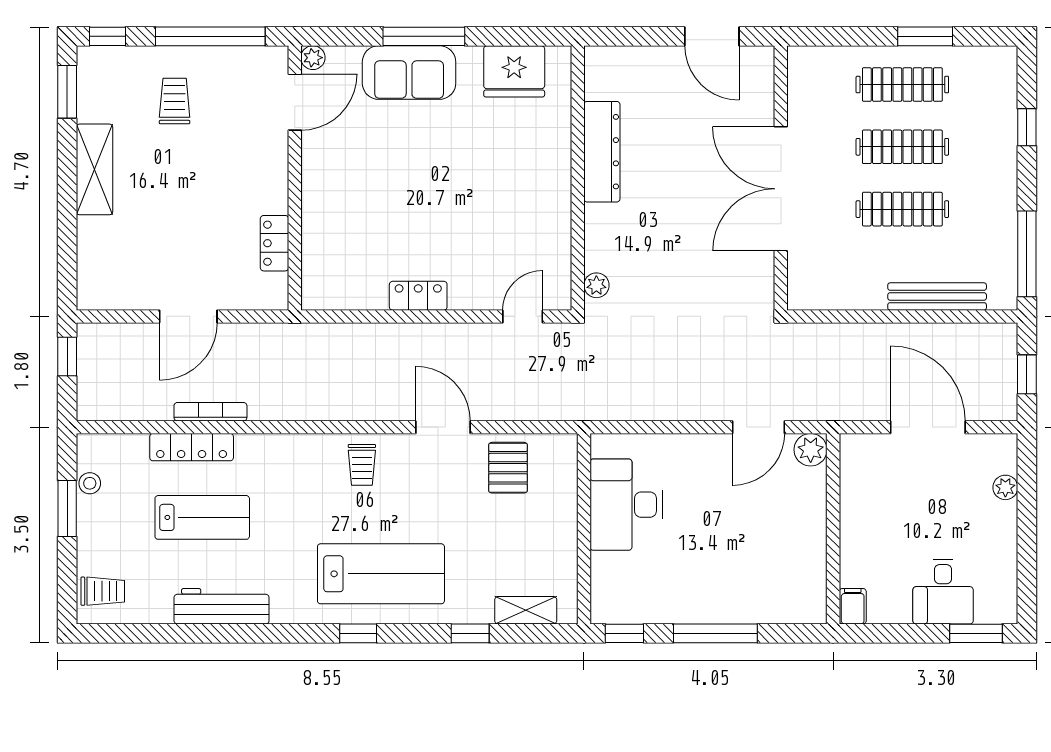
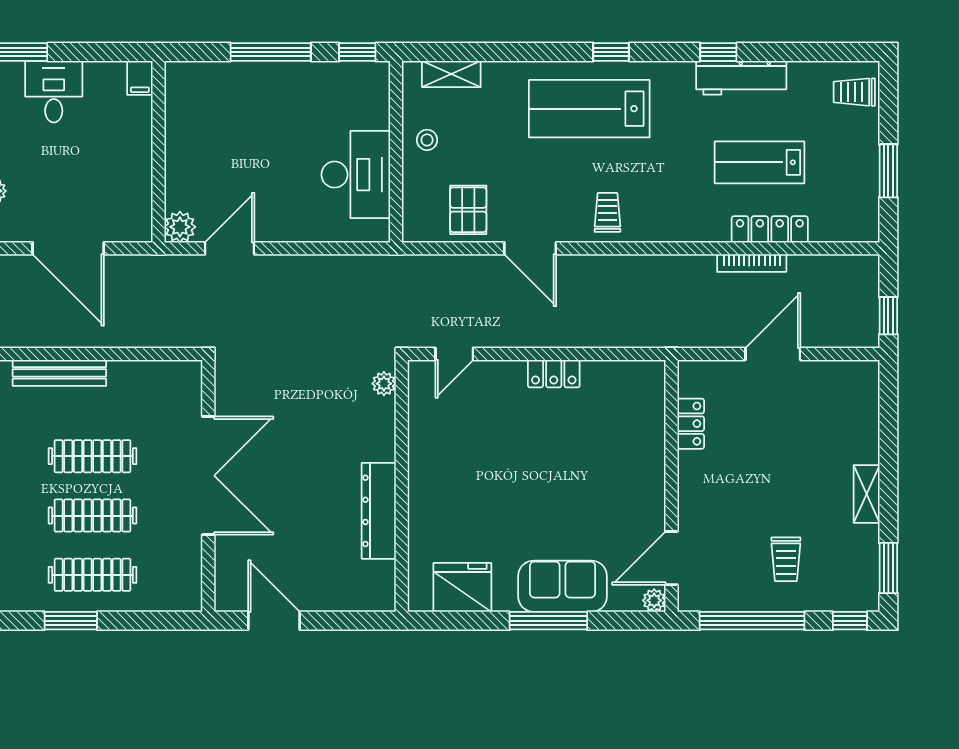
shelving: (94, 169) -> (867, 494), width x0.67, depth x0.75
stool: (90, 483) -> (427, 140), moved
window: (470, 633) -> (718, 52), moved

